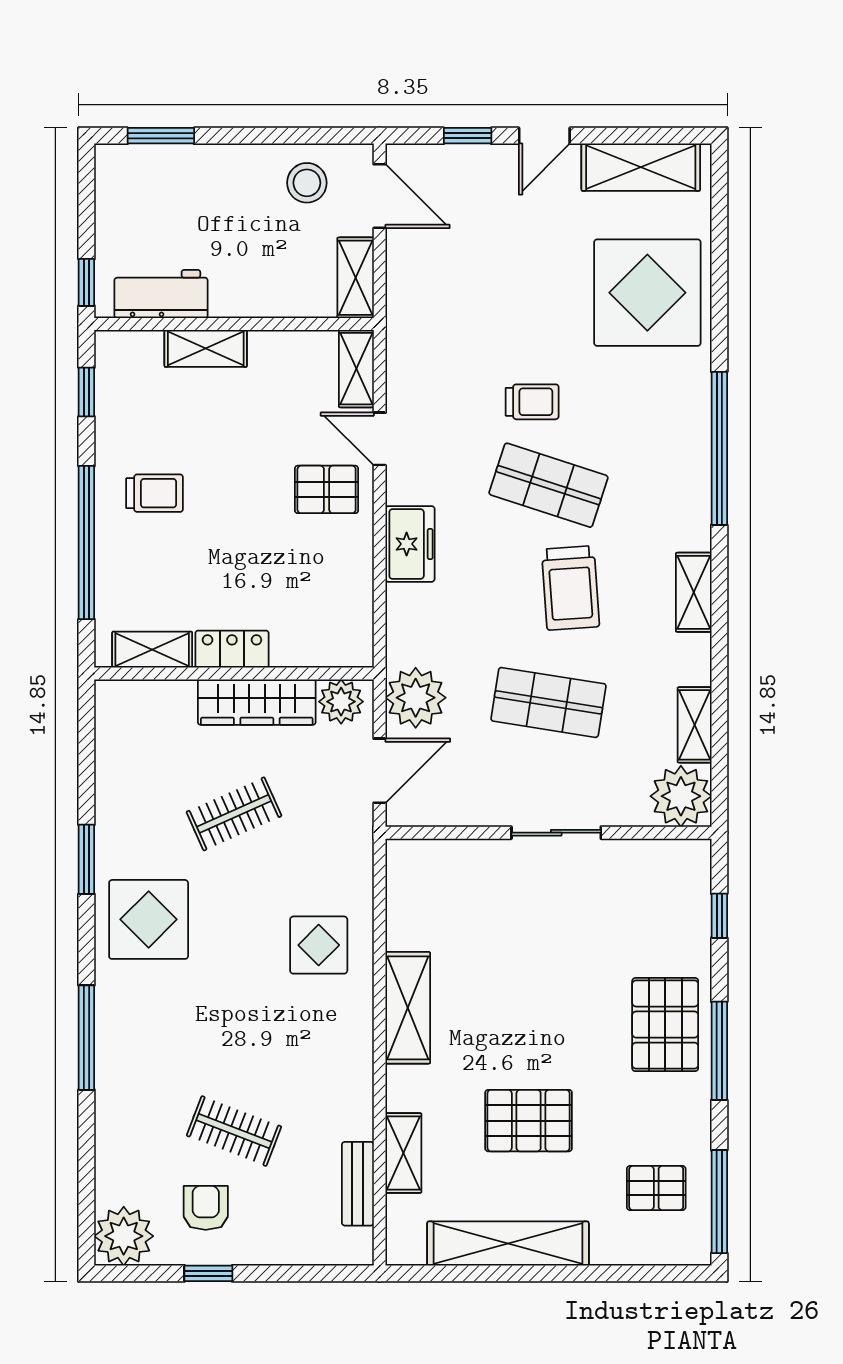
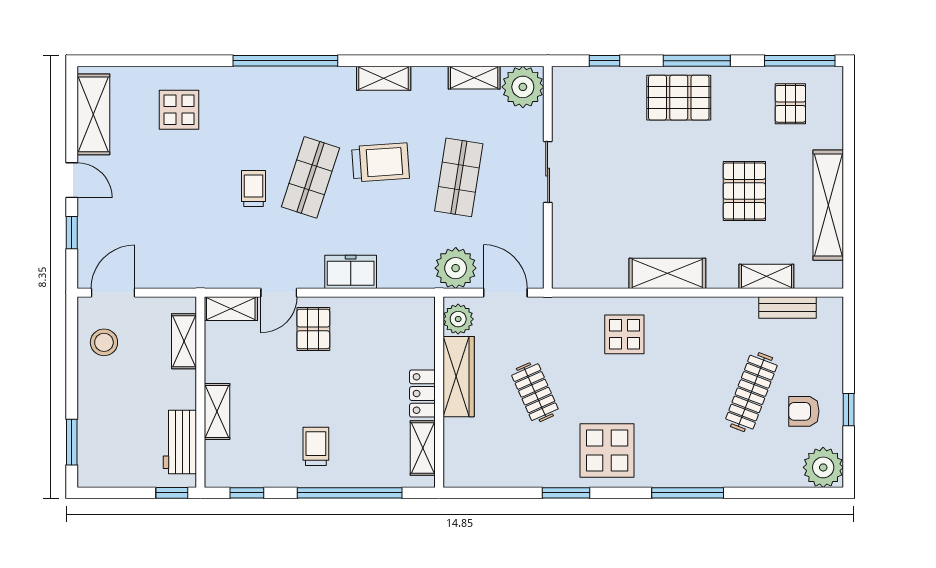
shelving: (356, 278) -> (184, 341), moved, turned 90
display table: (647, 293) -> (179, 110), width x0.54, depth x0.54
clothes rail: (234, 1131) -> (751, 392), width x1.36

